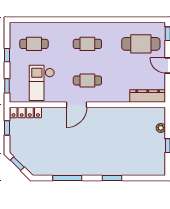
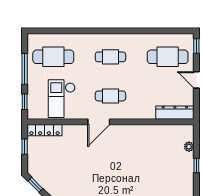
cafe table: (34, 44) -> (53, 57), width x1.37, depth x1.35
window: (7, 55) -> (25, 69), width x2.17

